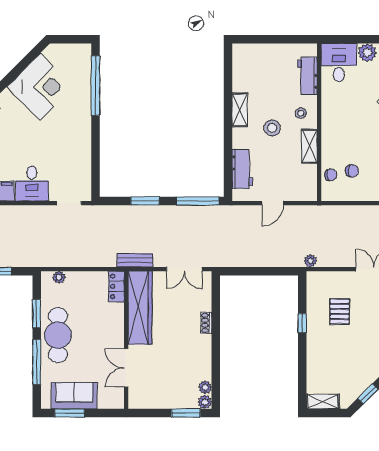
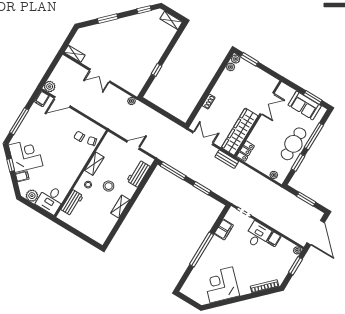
window: (95, 85) -> (202, 250), moved
filing cabinet: (82, 163) -> (224, 229), added
pallet: (340, 312) -> (132, 64), removed

